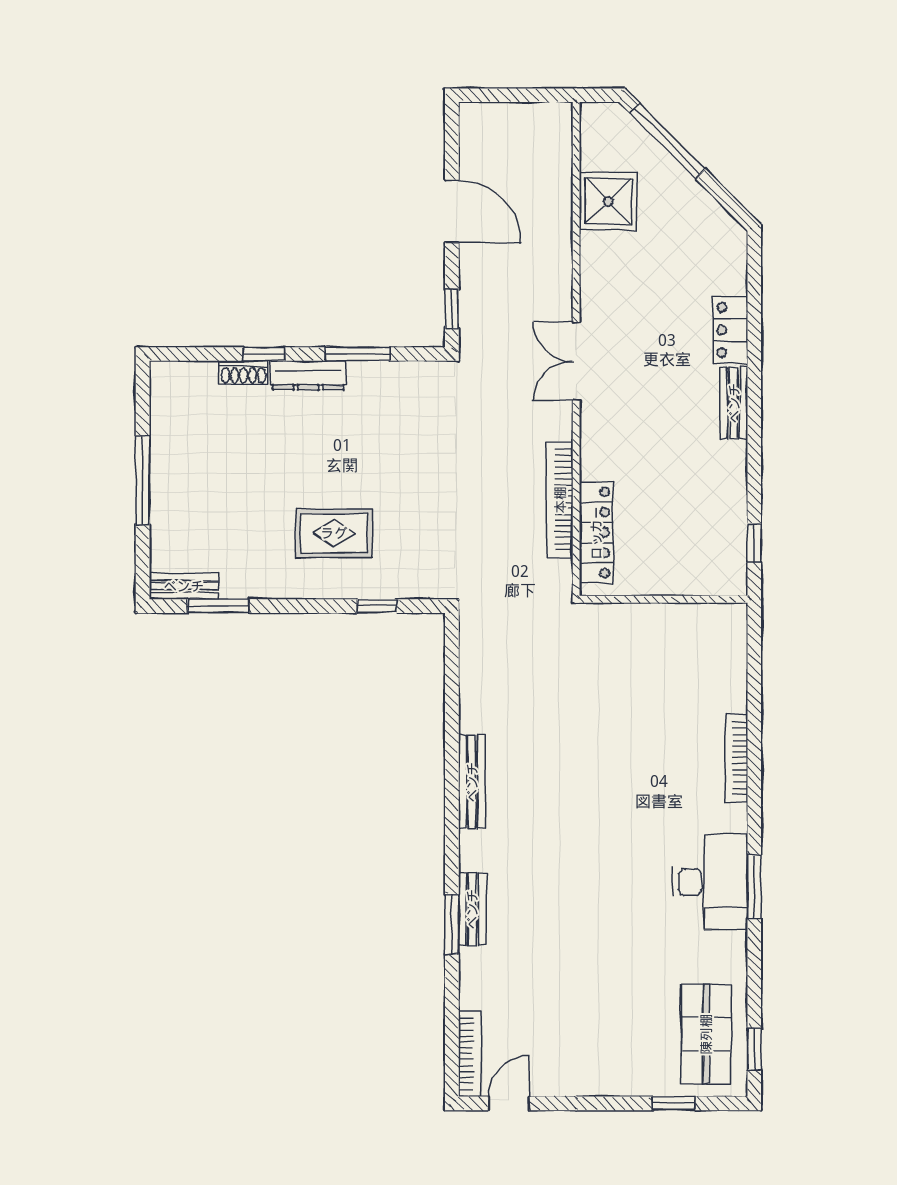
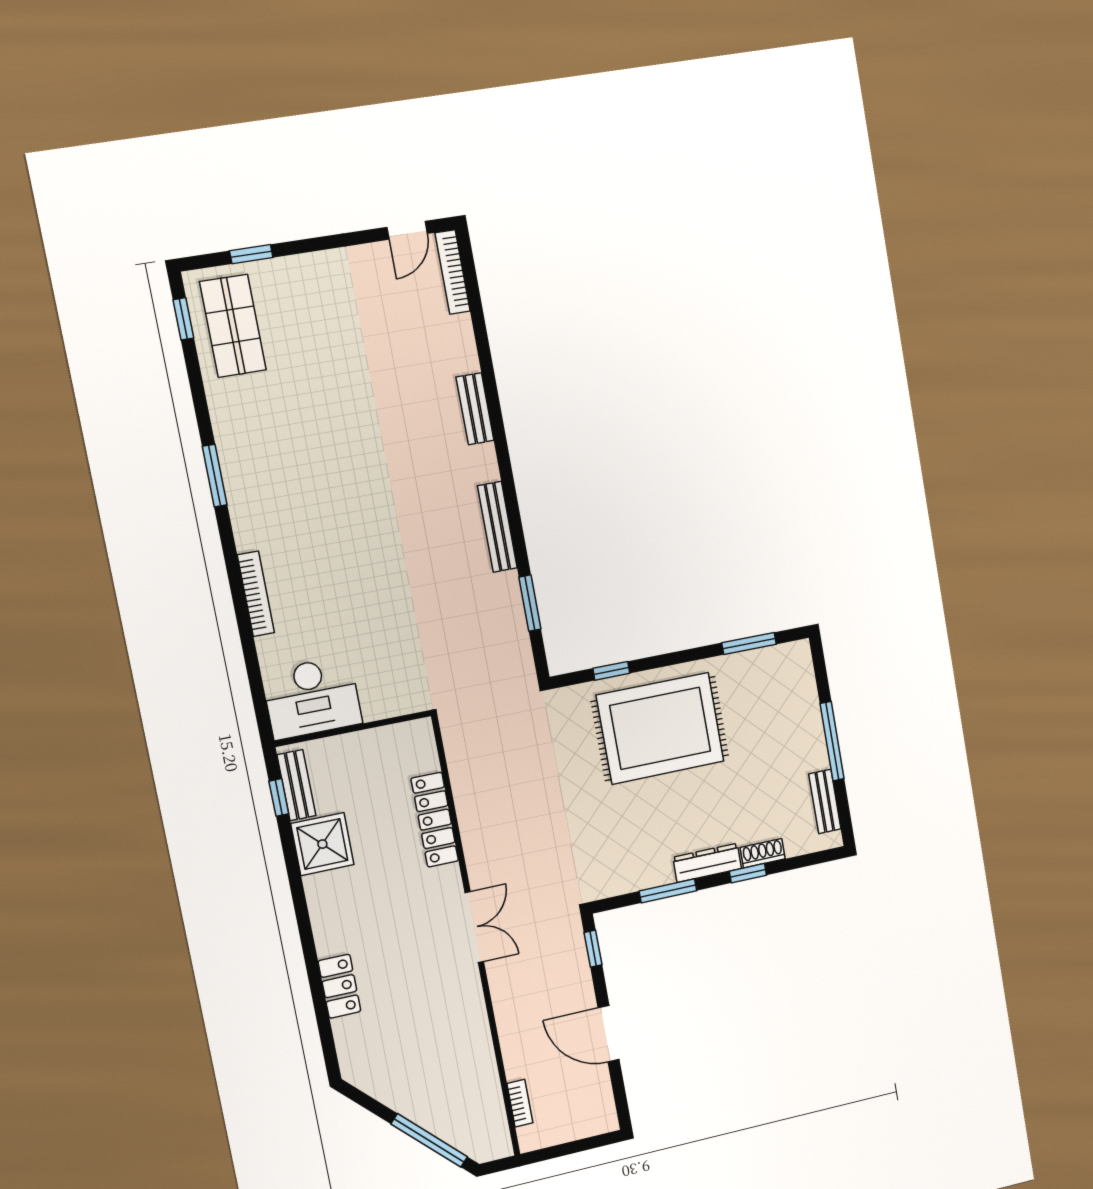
shower: (608, 201) -> (322, 844), moved
bench: (734, 403) -> (296, 785), moved
bookcase: (560, 500) -> (520, 1103), moved, width x0.43, depth x0.76
rug: (334, 533) -> (660, 728), width x1.86, depth x2.06
locker: (596, 533) -> (435, 820), moved
bench: (184, 586) -> (825, 801), moved, turned 90
desk: (710, 882) -> (312, 698), moved, turned -90
window: (452, 924) -> (530, 603), moved

